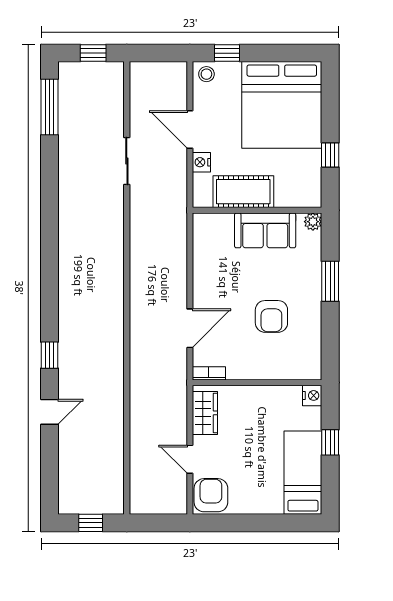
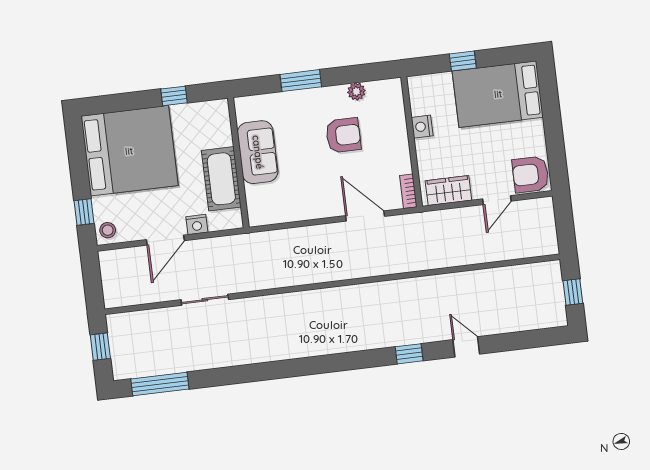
plant: (313, 222) -> (356, 91), moved
nightstand: (312, 395) -> (422, 127), moved, turned -90
bed: (303, 473) -> (498, 94), width x1.50

